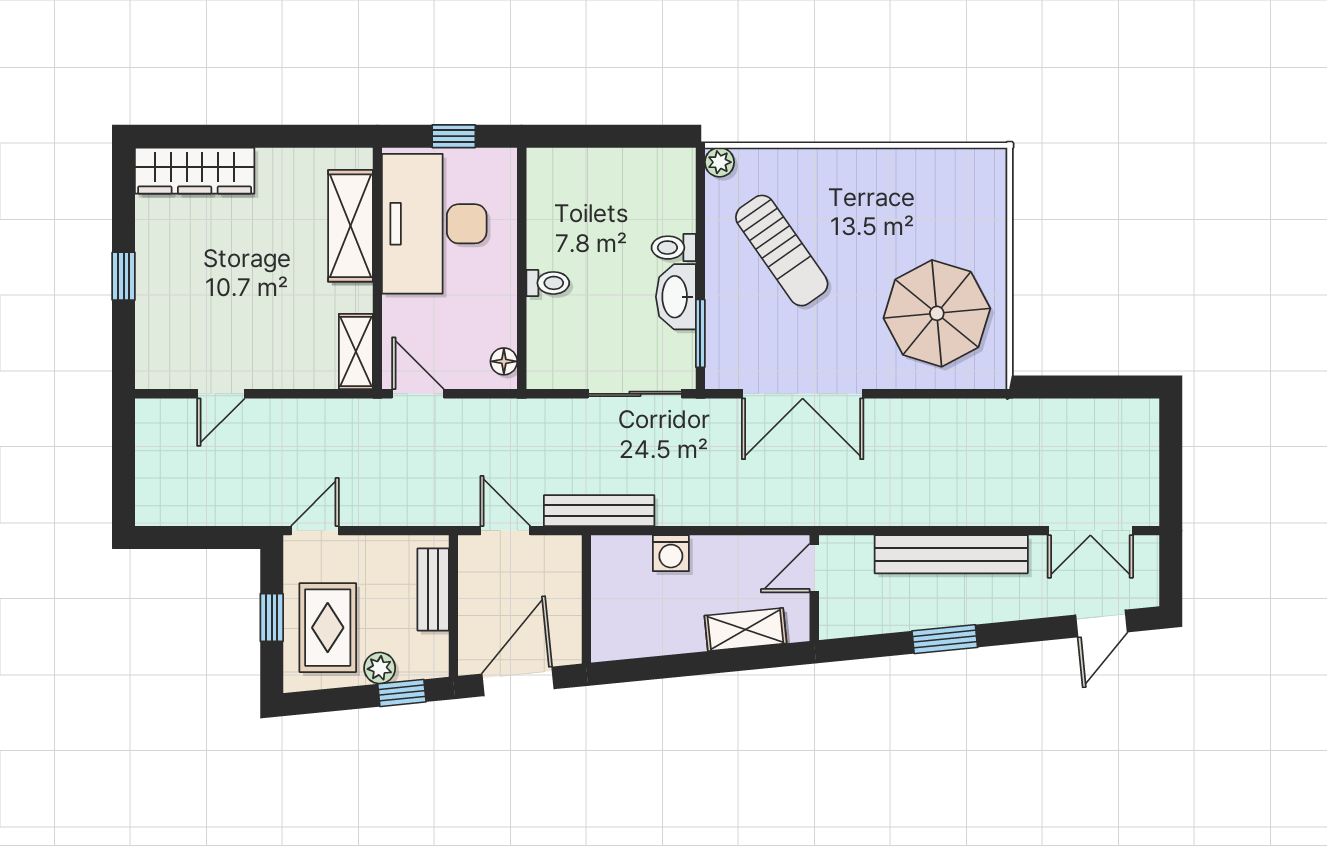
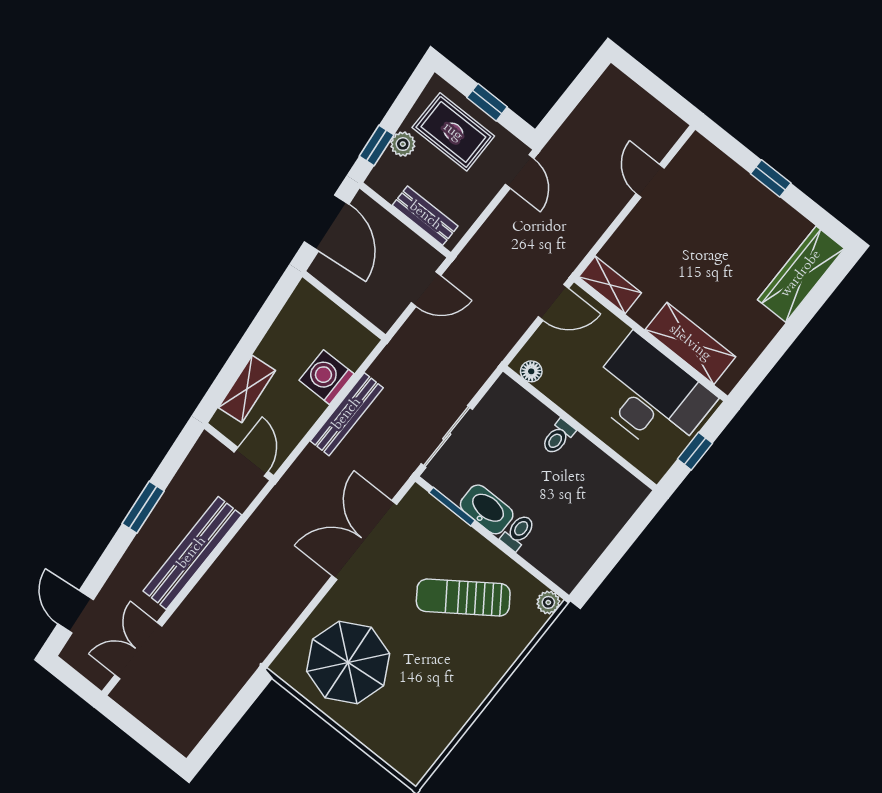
bench: (599, 511) -> (347, 414), moved
washing machine: (671, 553) -> (326, 377), width x1.38, depth x1.38

